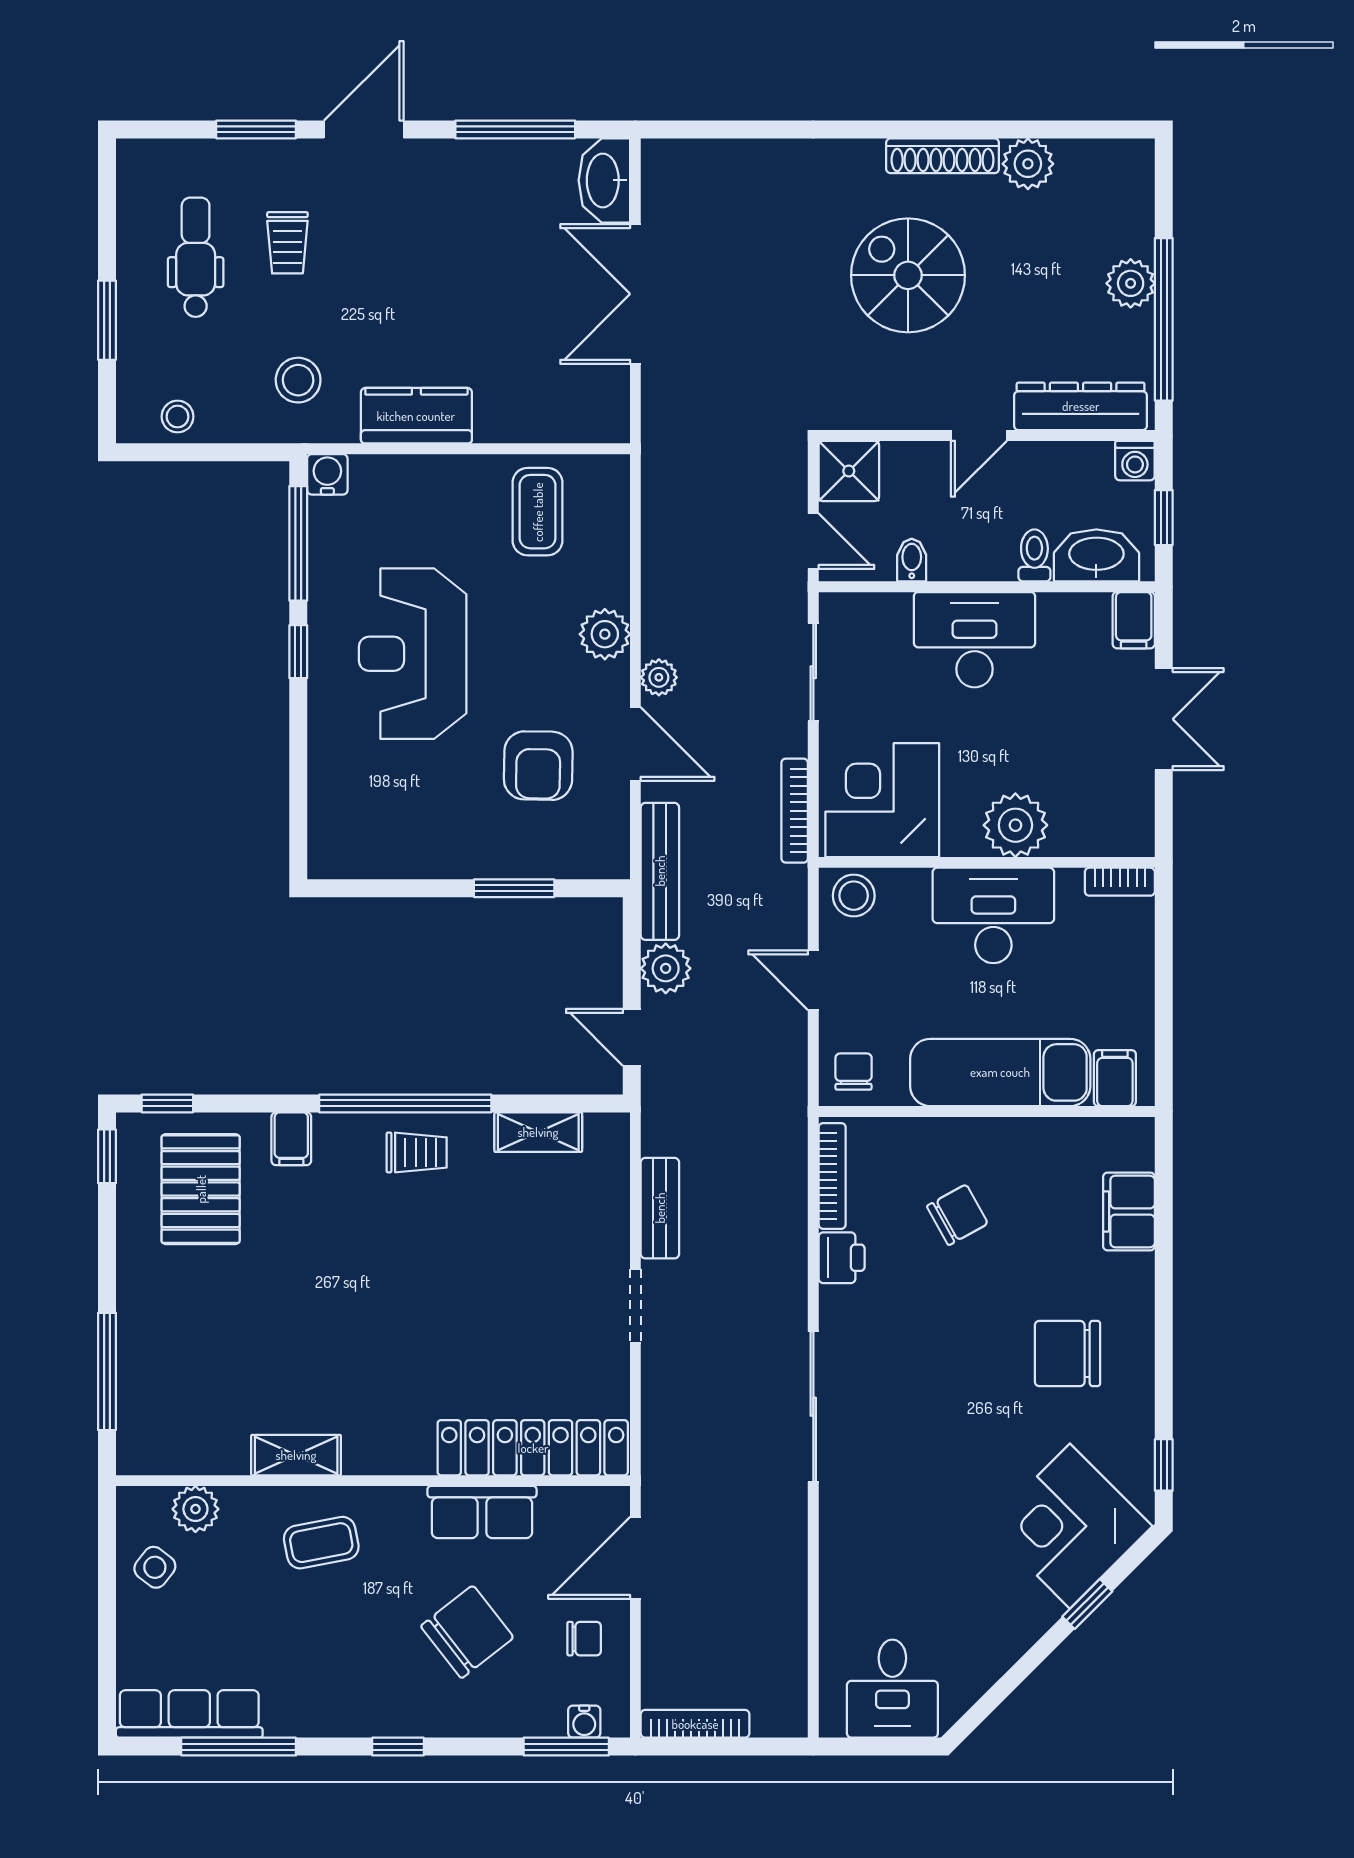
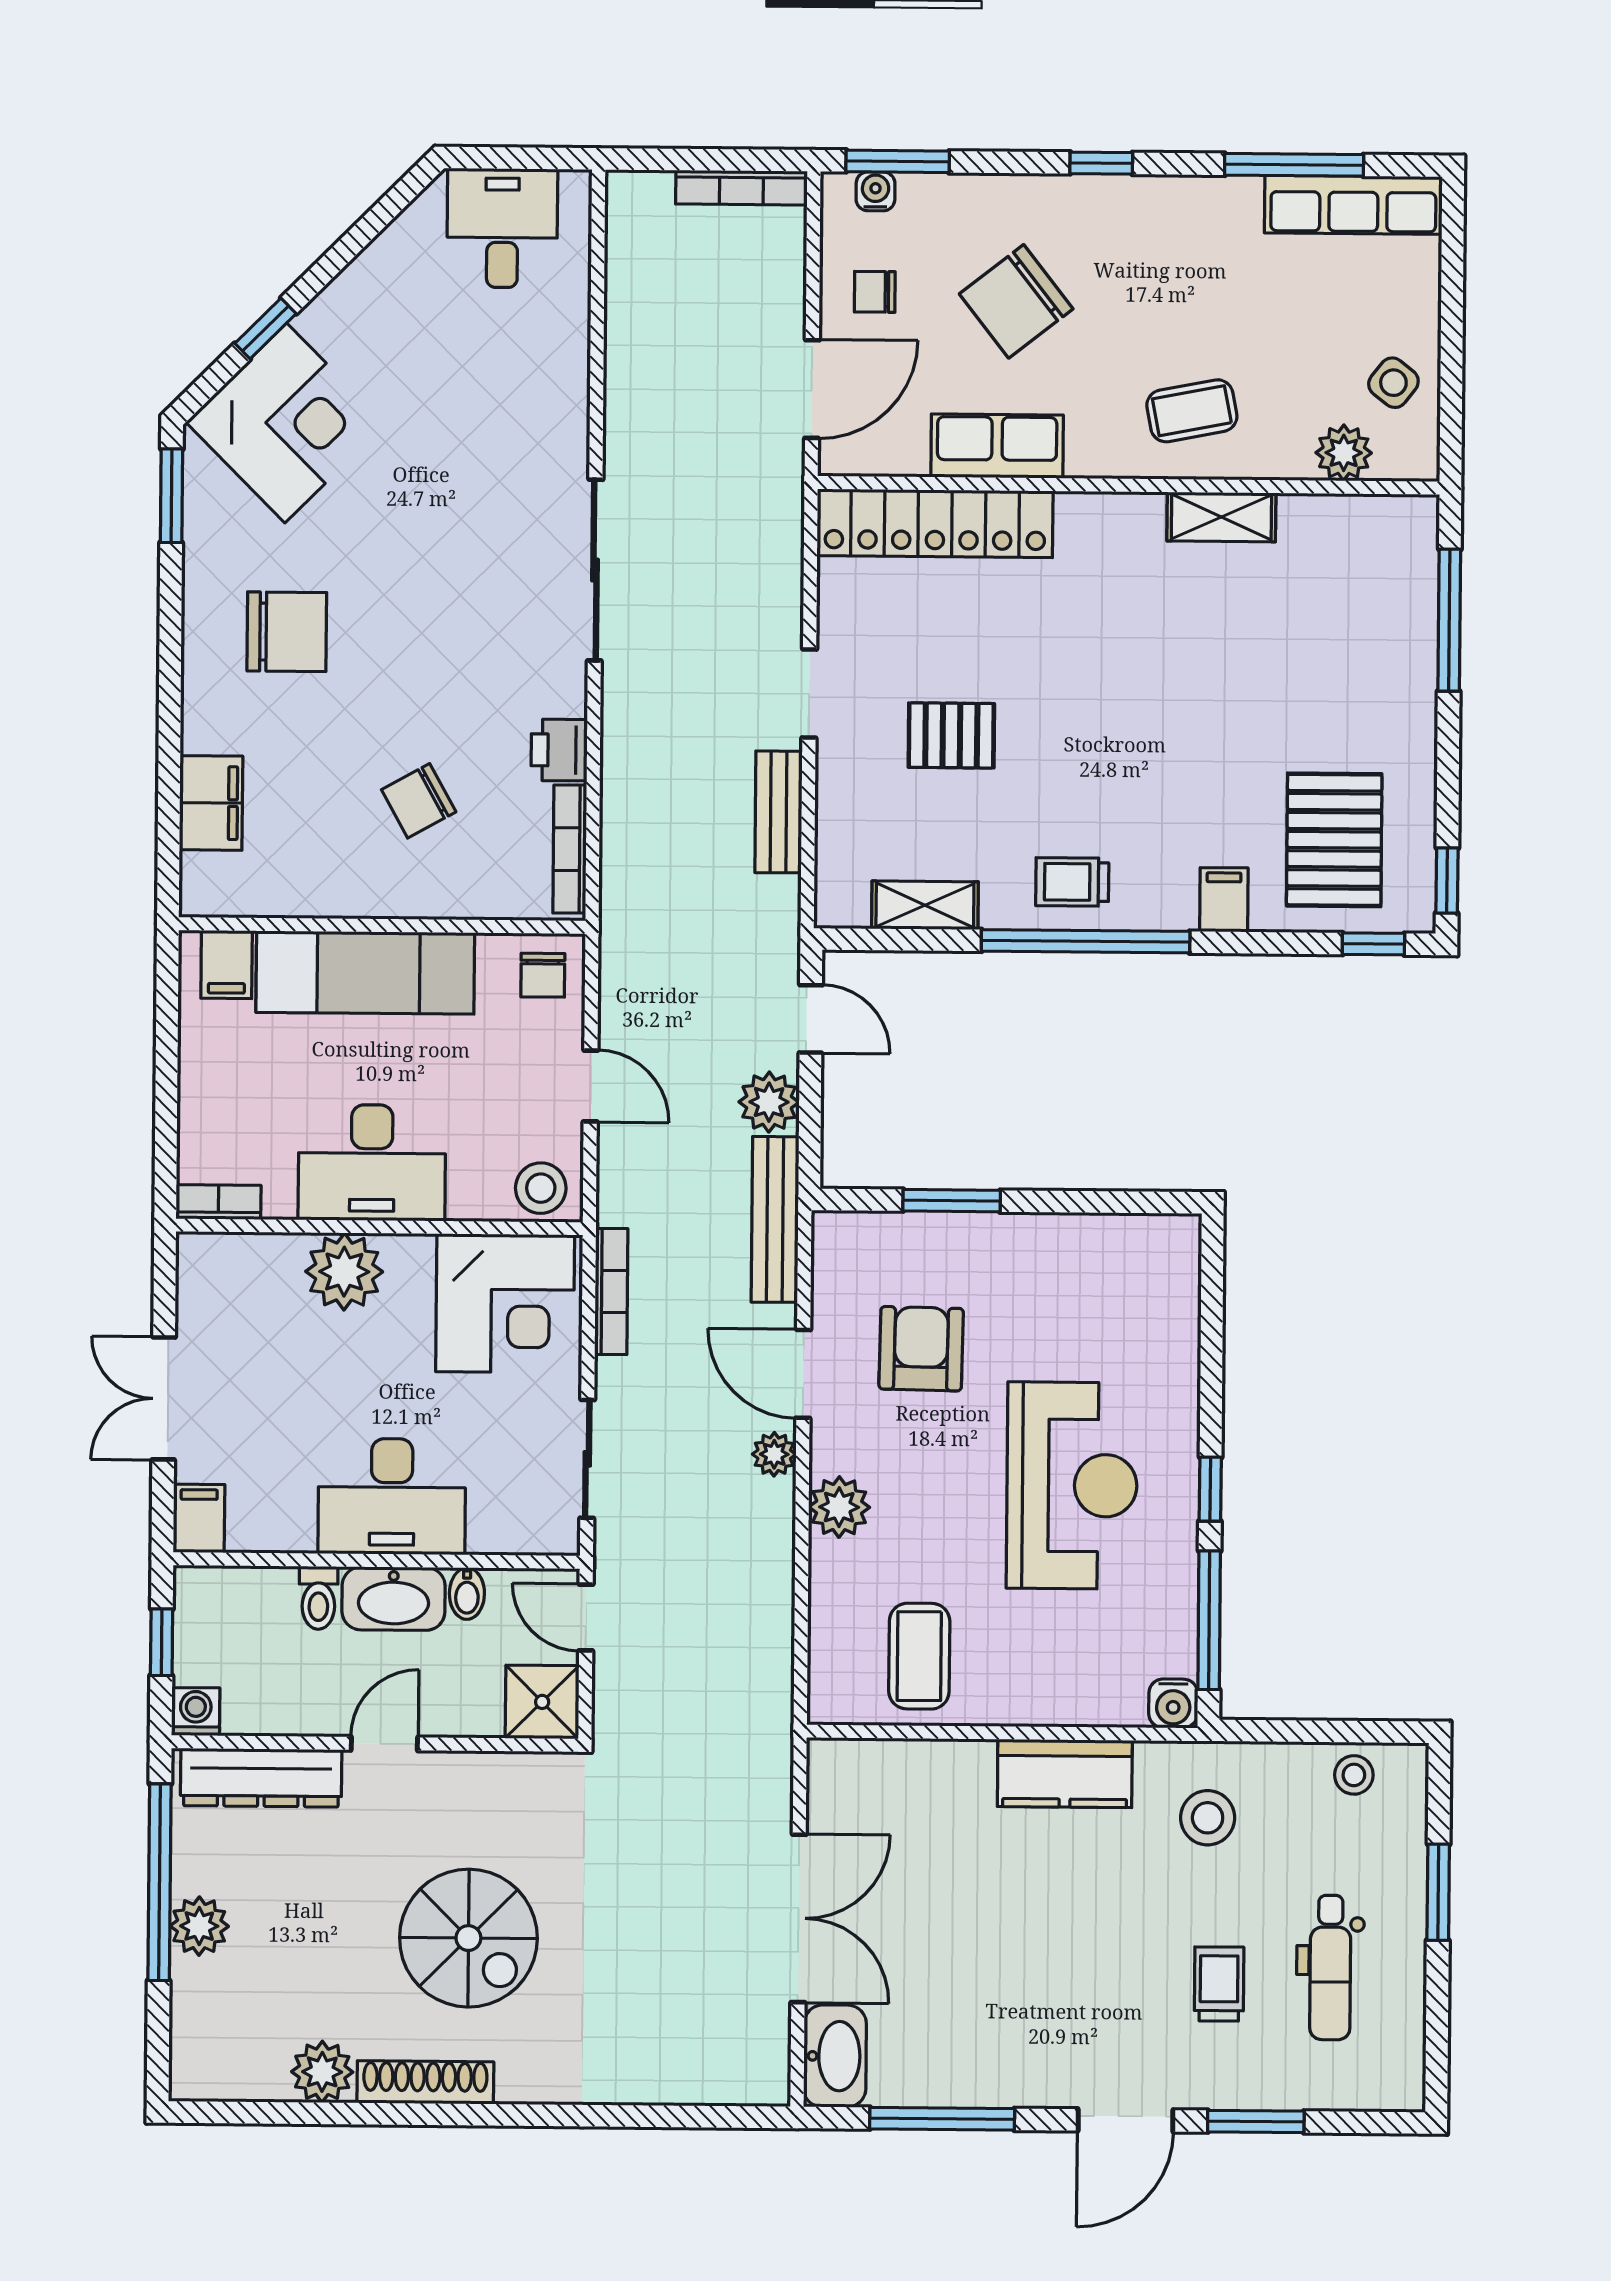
washbasin: (1096, 555) -> (394, 1599), moved
pallet: (518, 1273) -> (951, 735), added
window: (1164, 1465) -> (172, 496), width x1.50

